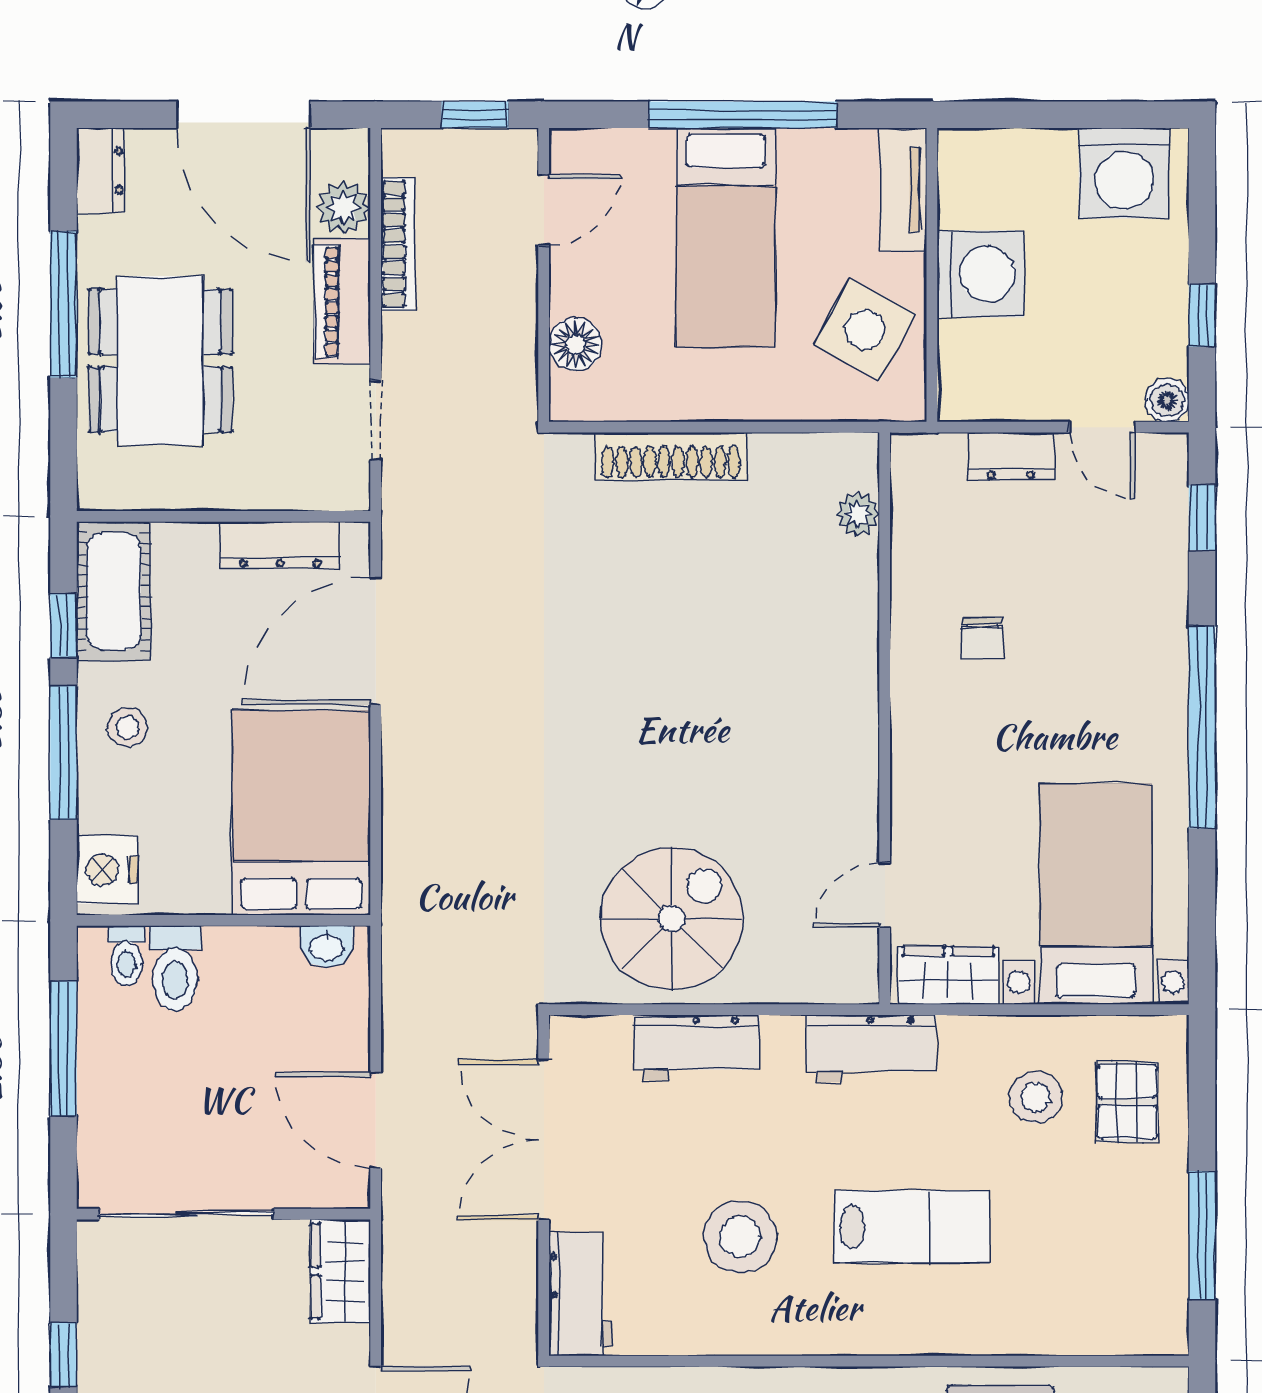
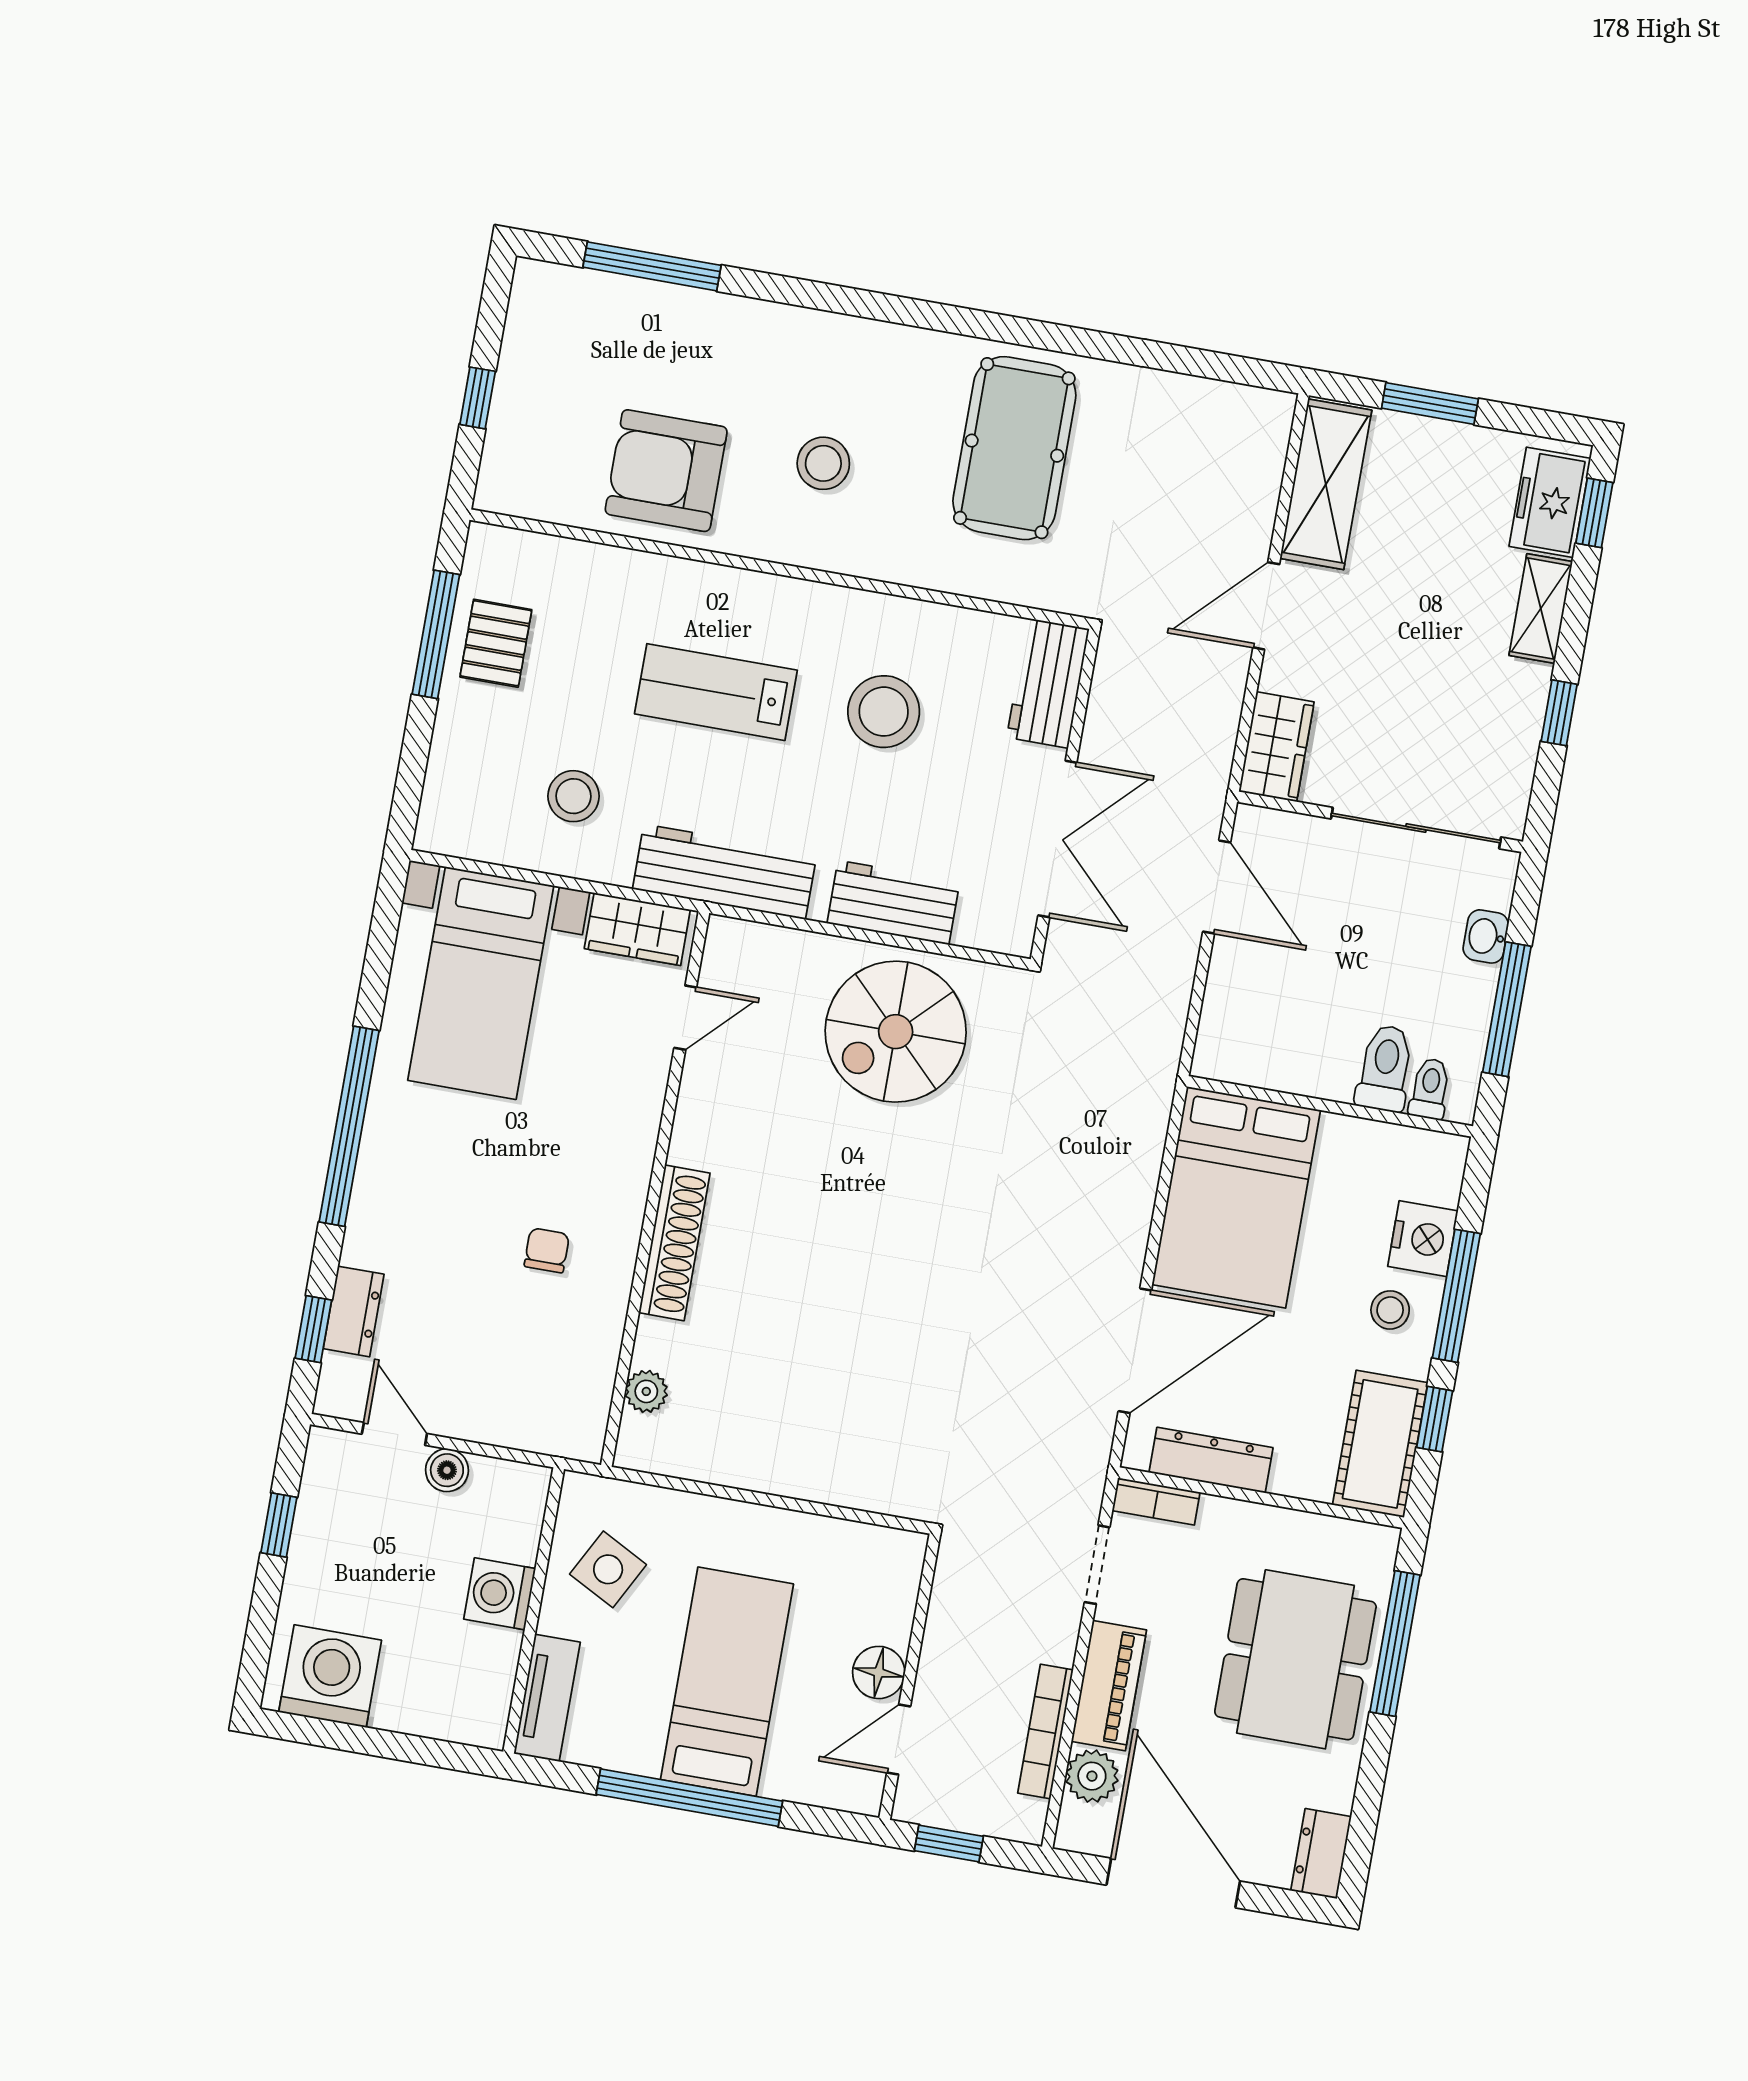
washing machine: (981, 274) -> (500, 1594), width x0.73, depth x0.73
window: (63, 304) -> (1395, 1644), moved
side table: (865, 329) -> (608, 1569), width x0.73, depth x0.73
floor lamp: (575, 344) -> (879, 1672), moved
boiler: (1167, 400) -> (447, 1470), moved
shoe rack: (671, 456) -> (674, 1243), moved, turned 90
dresser: (1011, 456) -> (354, 1311), moved, turned 90
bookcase: (328, 494) -> (1156, 1501), added
nightstand: (107, 870) -> (1423, 1239), moved
washbasin: (327, 946) -> (1486, 936), moved, turned -90
workbench: (871, 1048) -> (725, 872), width x1.38
pallet: (1127, 1102) -> (496, 643), moved

